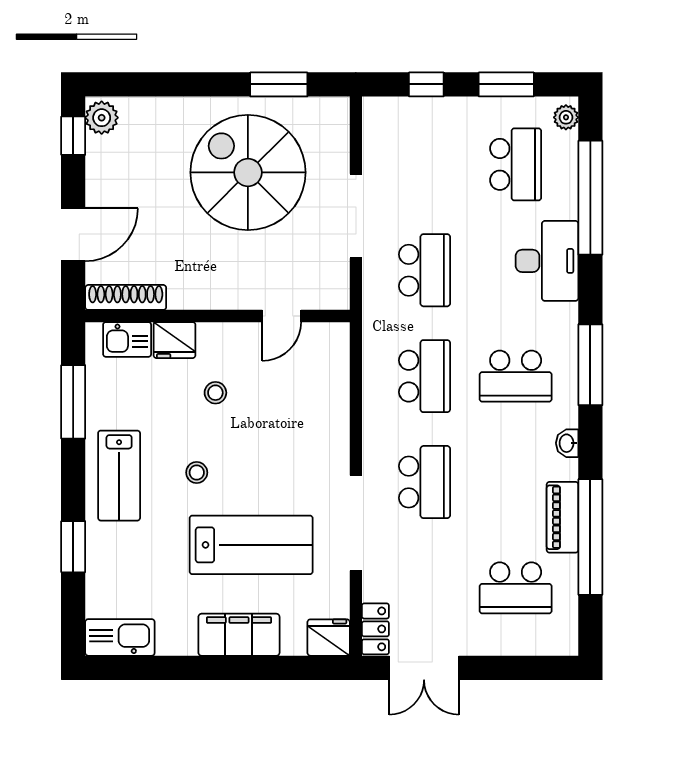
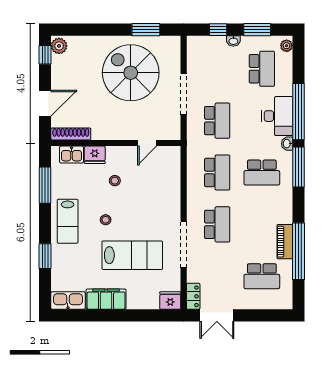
washbasin: (457, 108) -> (233, 41), added
window: (590, 198) -> (298, 112), moved
washbasin: (567, 443) -> (287, 144), moved
filing cabinet: (239, 635) -> (106, 299), moved

